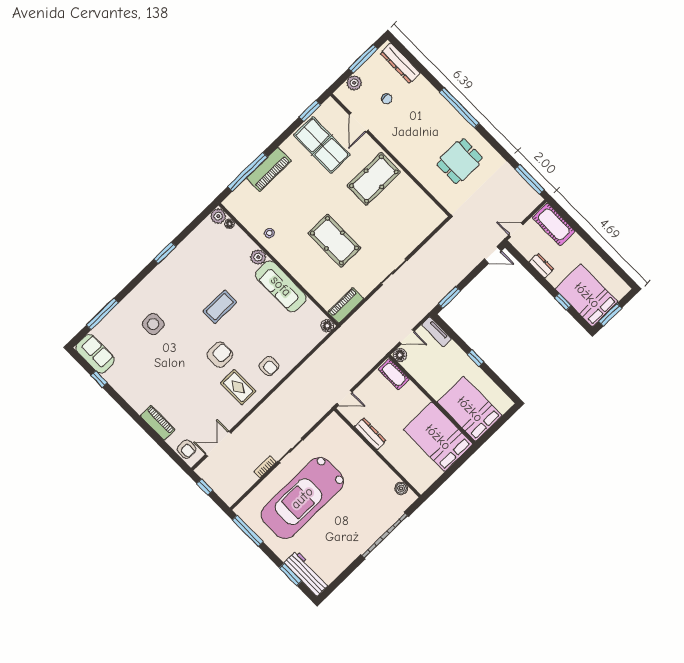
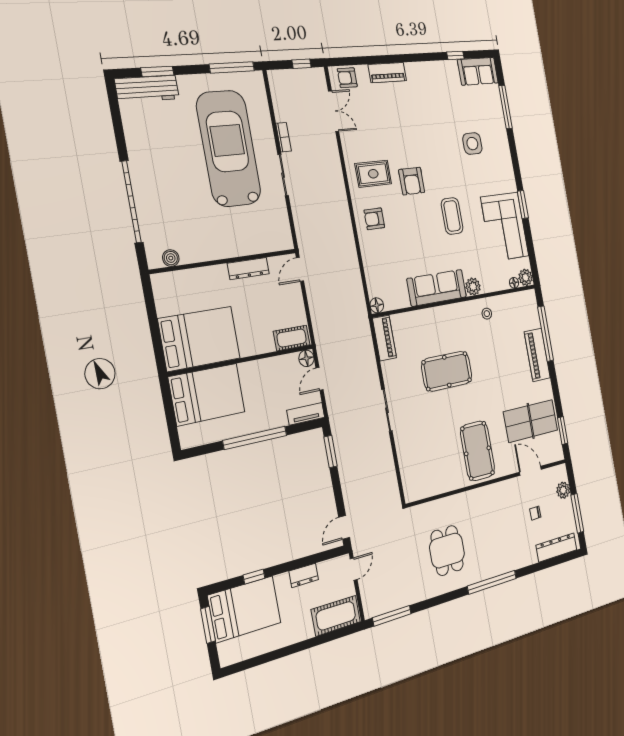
corner sofa: (194, 258) -> (505, 227), added
window: (475, 358) -> (255, 438), width x3.17

